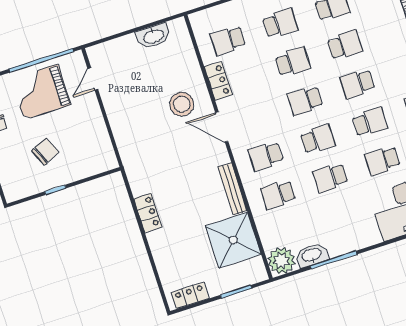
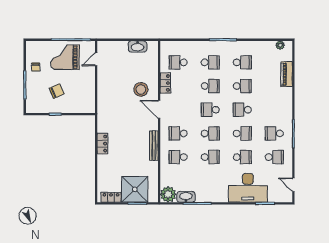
school desk: (382, 161) -> (242, 157), turned 180
school desk: (330, 178) -> (210, 157), turned 180
shower: (233, 240) -> (135, 189), moved

